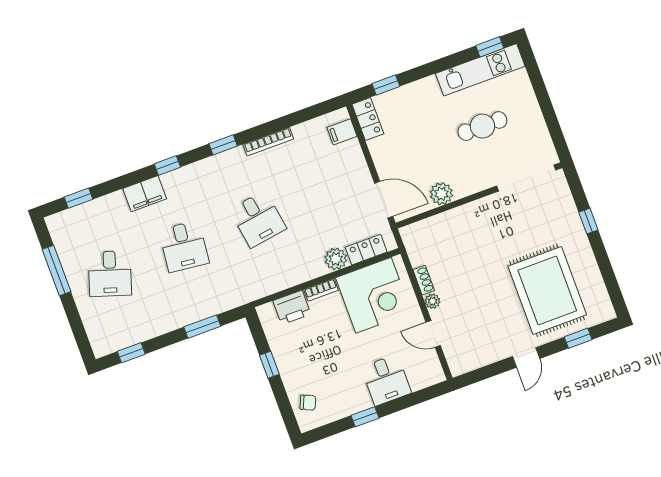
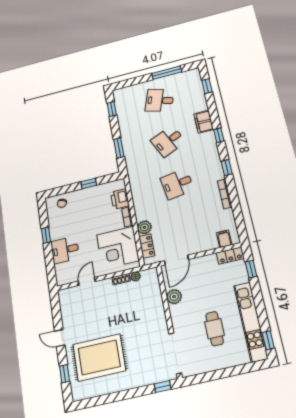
kitchen unit: (480, 70) -> (251, 322), width x1.36
window: (588, 221) -> (163, 387), moved
desk: (184, 246) -> (168, 141), turned -30
plant: (433, 301) -> (136, 276), moved

